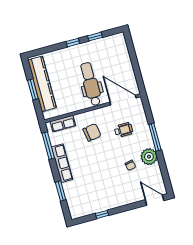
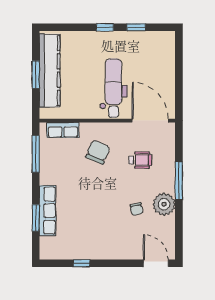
chair: (92, 132) -> (98, 152), turned -58
row of seats: (62, 163) -> (48, 211), moved

